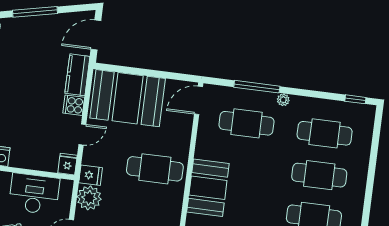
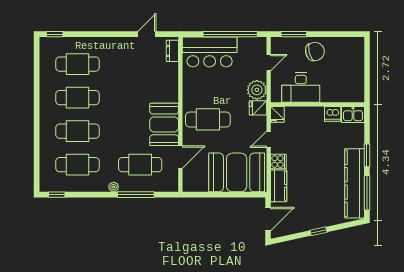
window: (35, 12) -> (318, 231), width x0.46
door: (199, 100) -> (180, 157), moved
booth: (208, 188) -> (164, 124), moved

